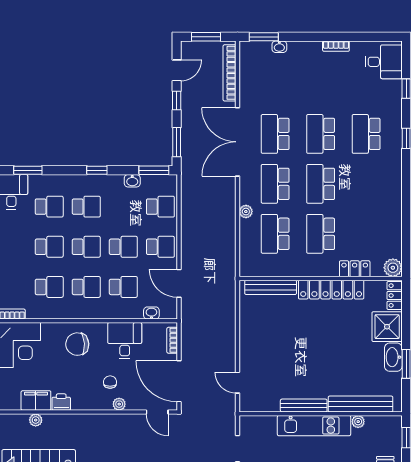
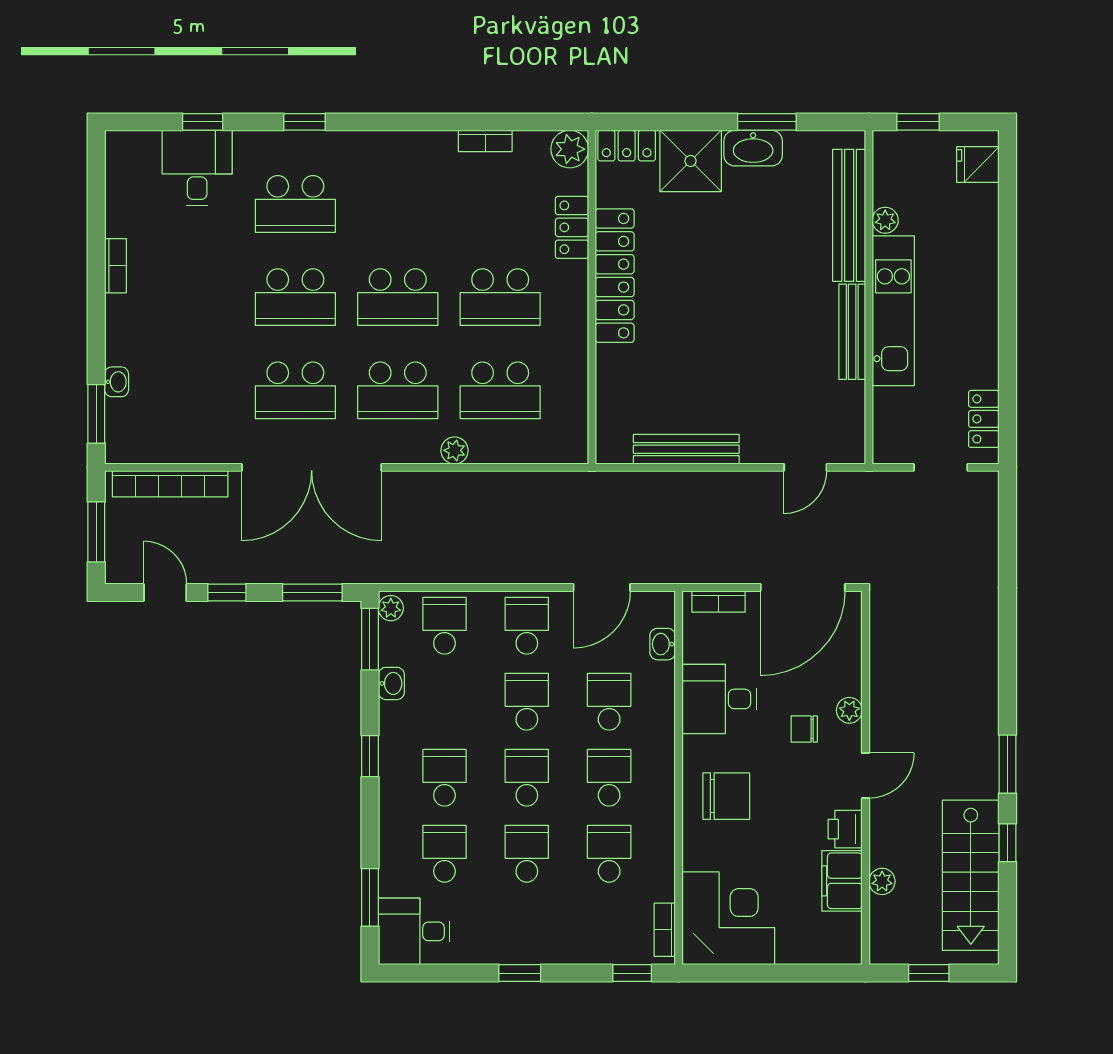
desk: (384, 62) -> (197, 168), moved
plant: (169, 180) -> (391, 608), added
bookcase: (397, 227) -> (485, 141), added
bench: (271, 287) -> (686, 449), moved, turned 90
chair: (77, 344) -> (726, 796), turned -86
door: (157, 412) -> (866, 775), moved

